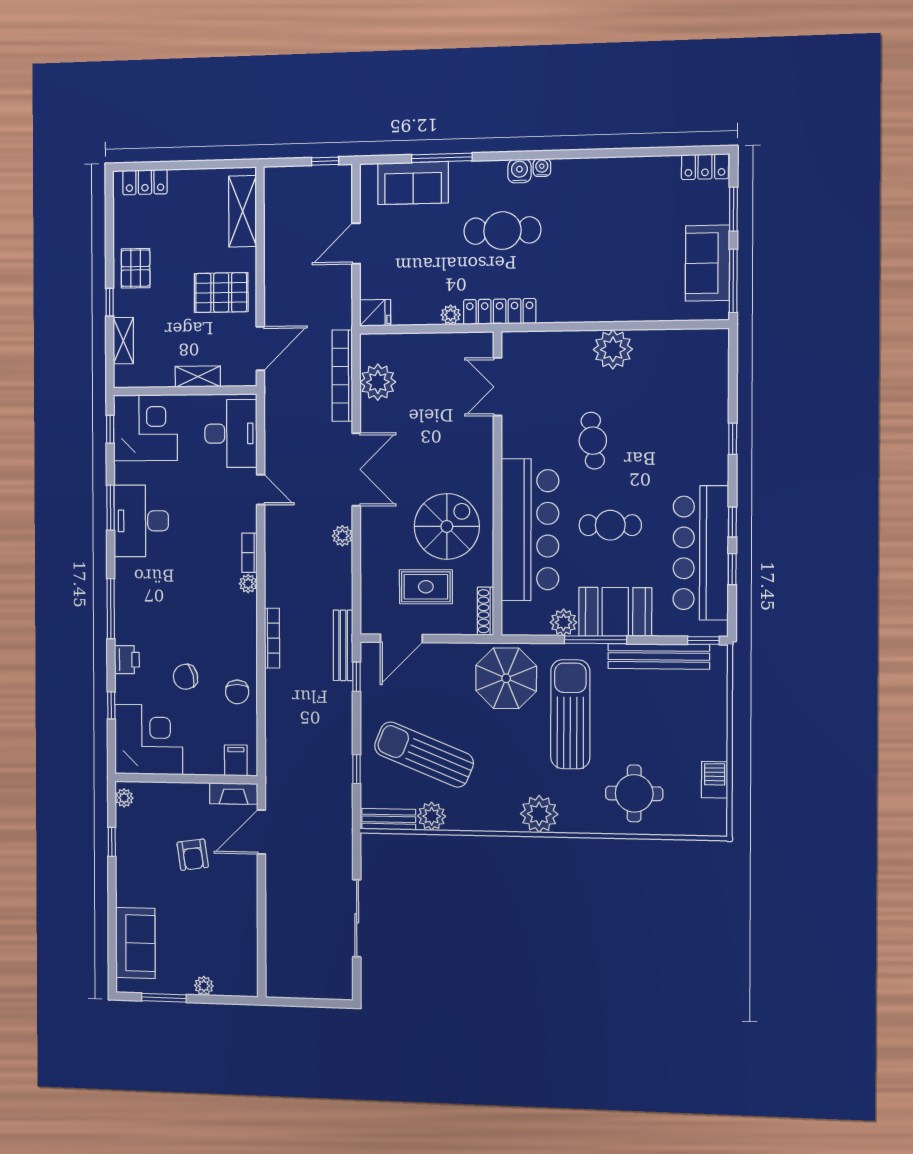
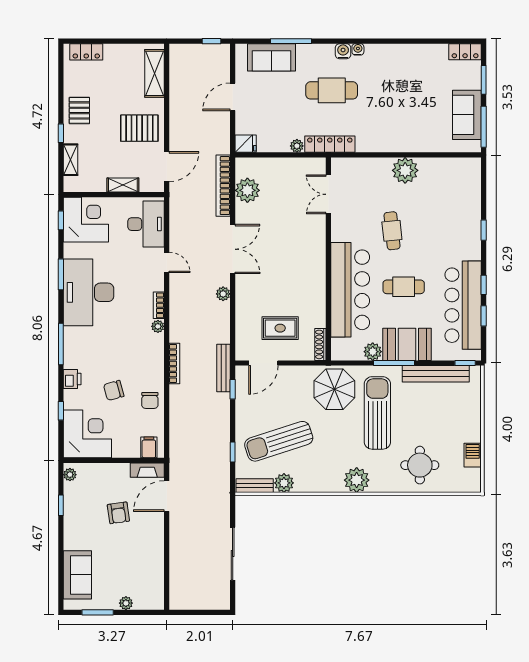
desk: (141, 521) -> (88, 292), width x1.36, depth x1.30
spiral stairs: (447, 526) -> (294, 288), removed
sun lounger: (424, 754) -> (279, 441), turned -40

